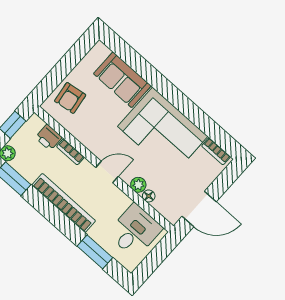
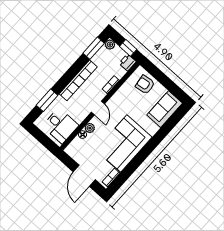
sofa: (122, 80) -> (165, 109), moved
printer: (49, 137) -> (127, 63), moved
door: (199, 209) -> (84, 176), moved

